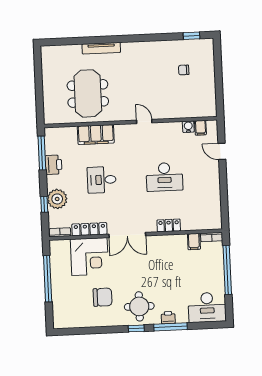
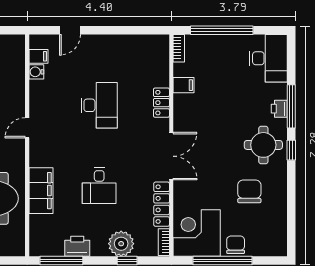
filing cabinet: (194, 242) -> (184, 85), moved
corner desk: (89, 257) -> (197, 233), moved, turned -90
chair: (60, 288) -> (236, 245), added

